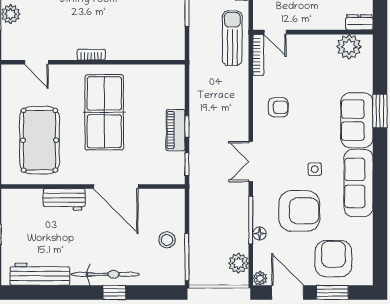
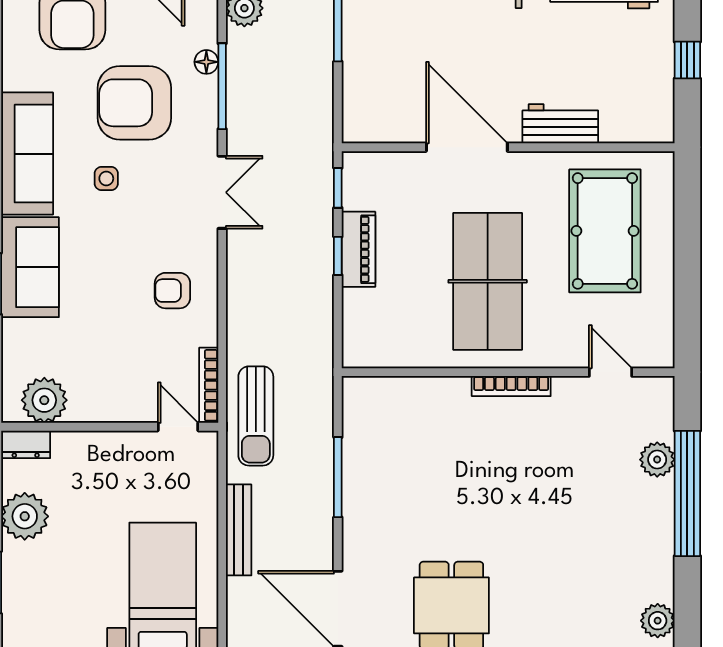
bookcase: (91, 55) -> (511, 386), width x1.56
stool: (167, 240) -> (374, 50), removed

